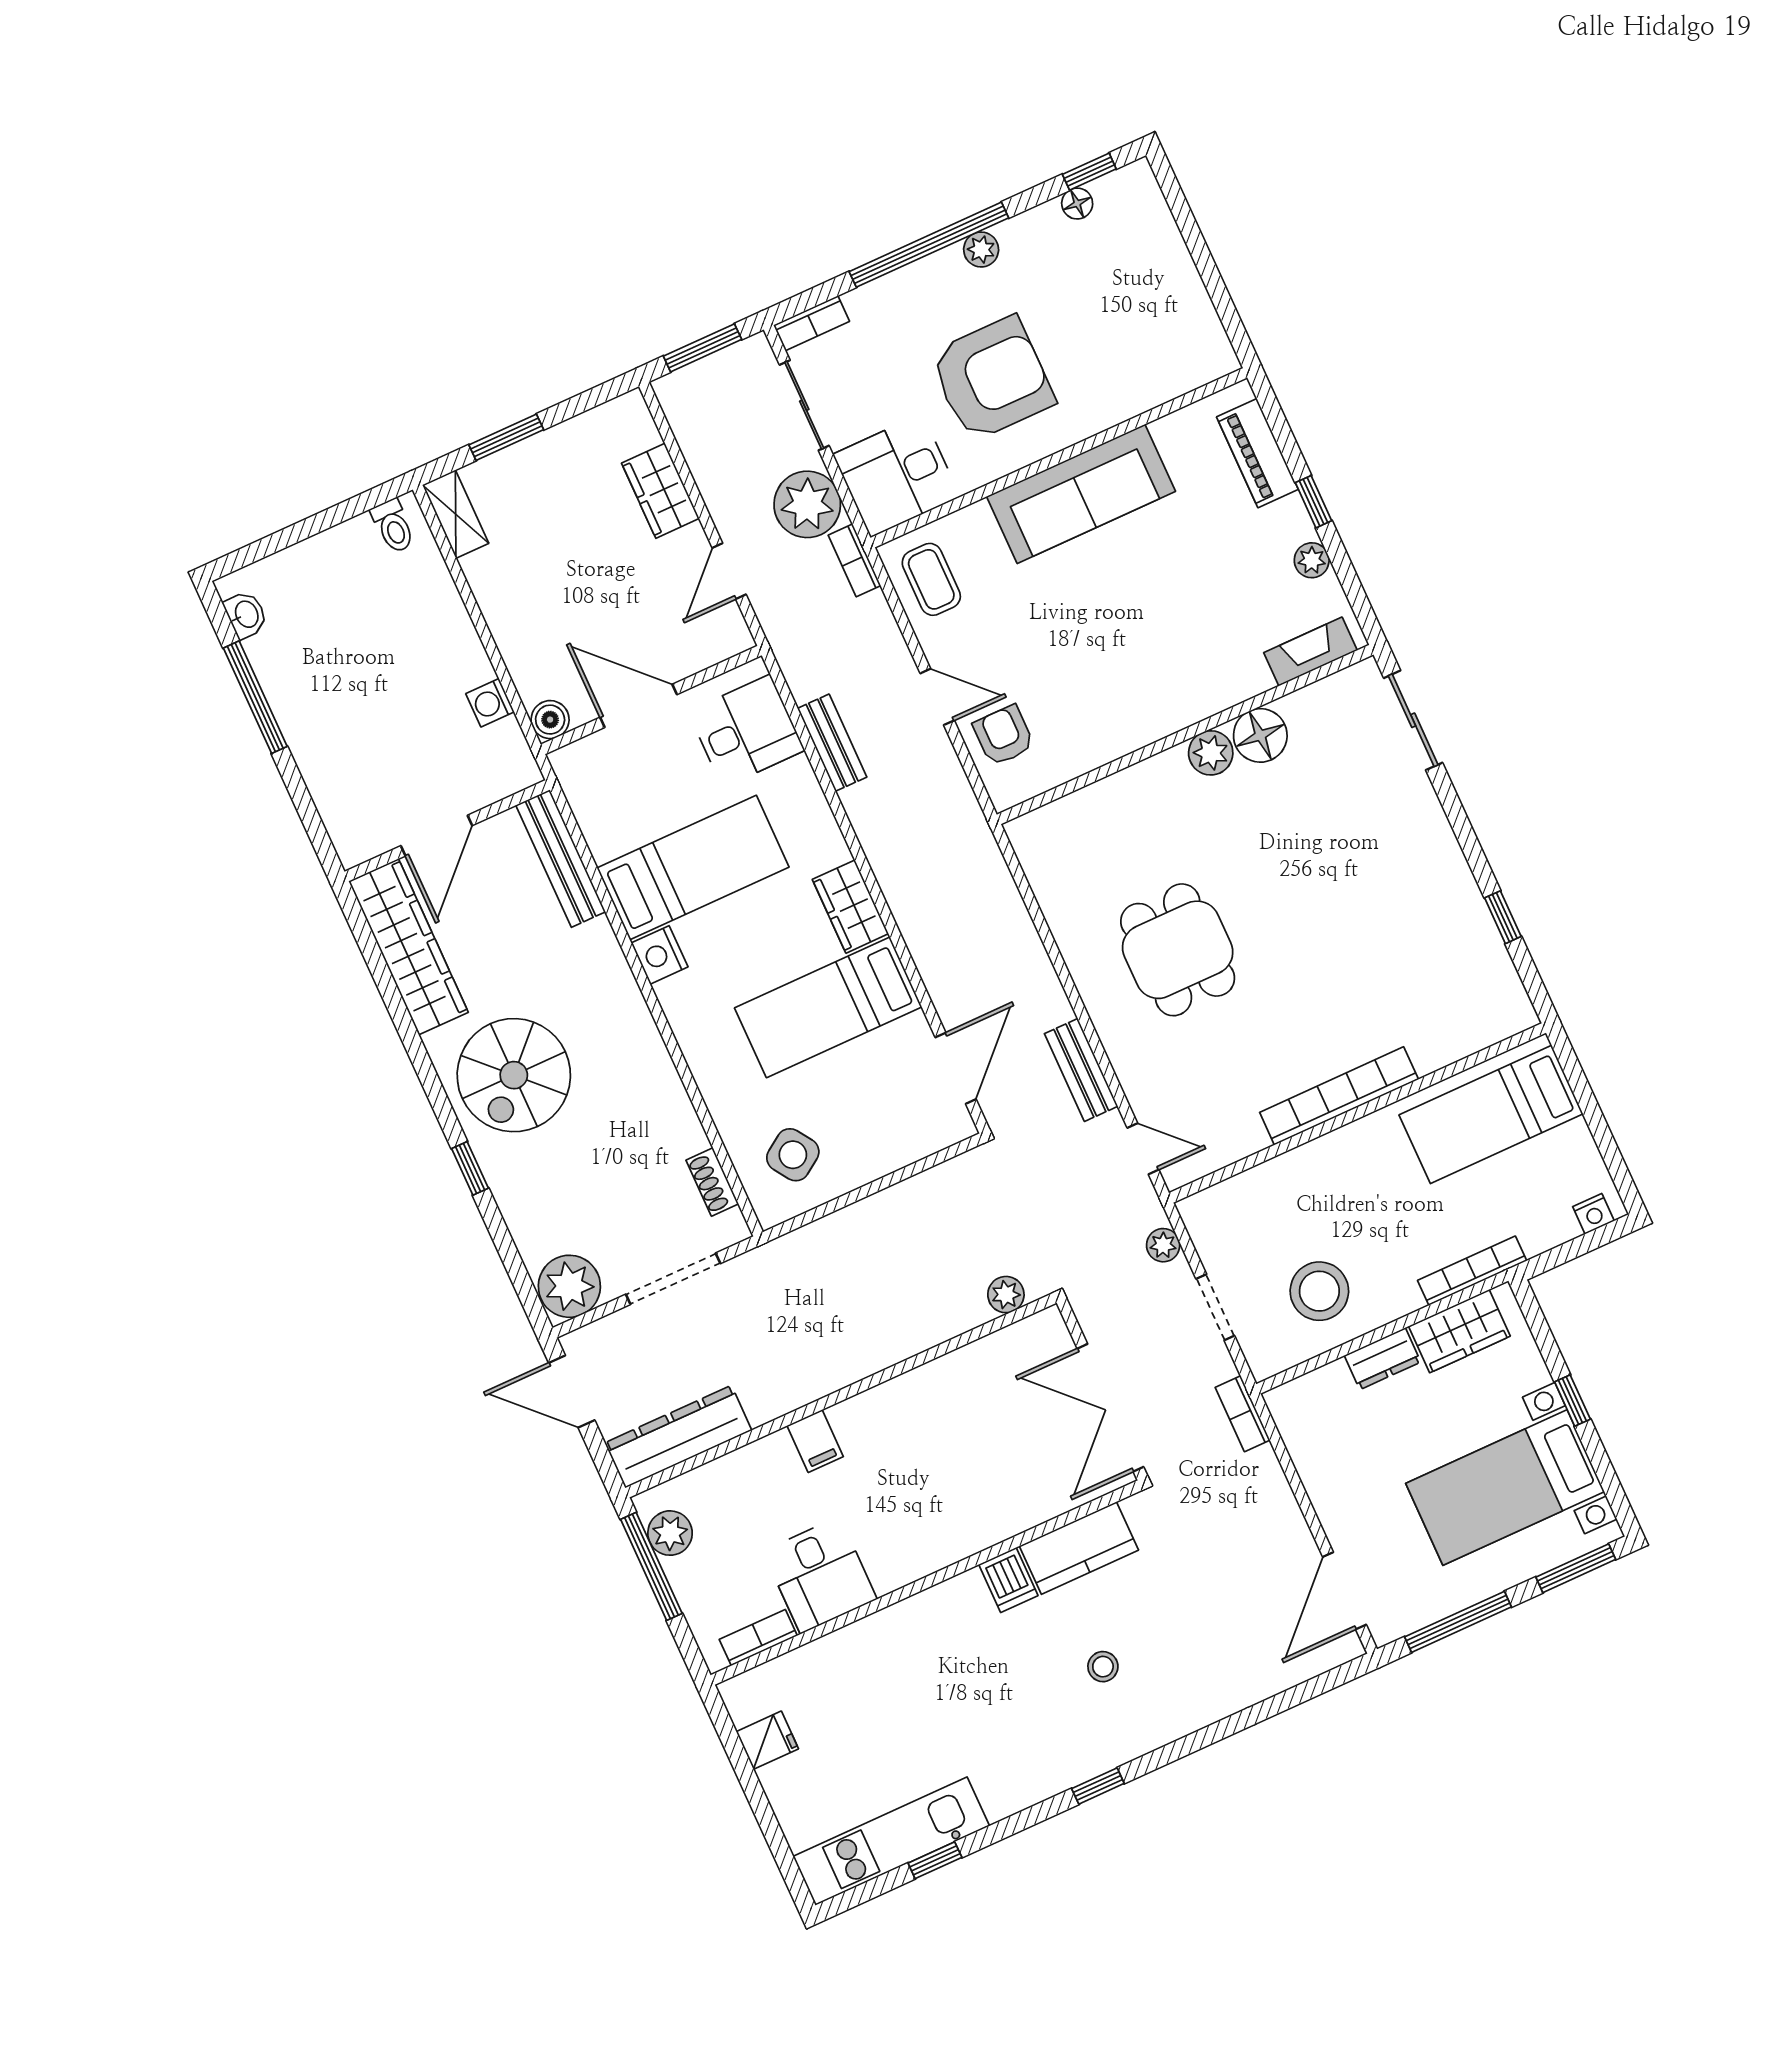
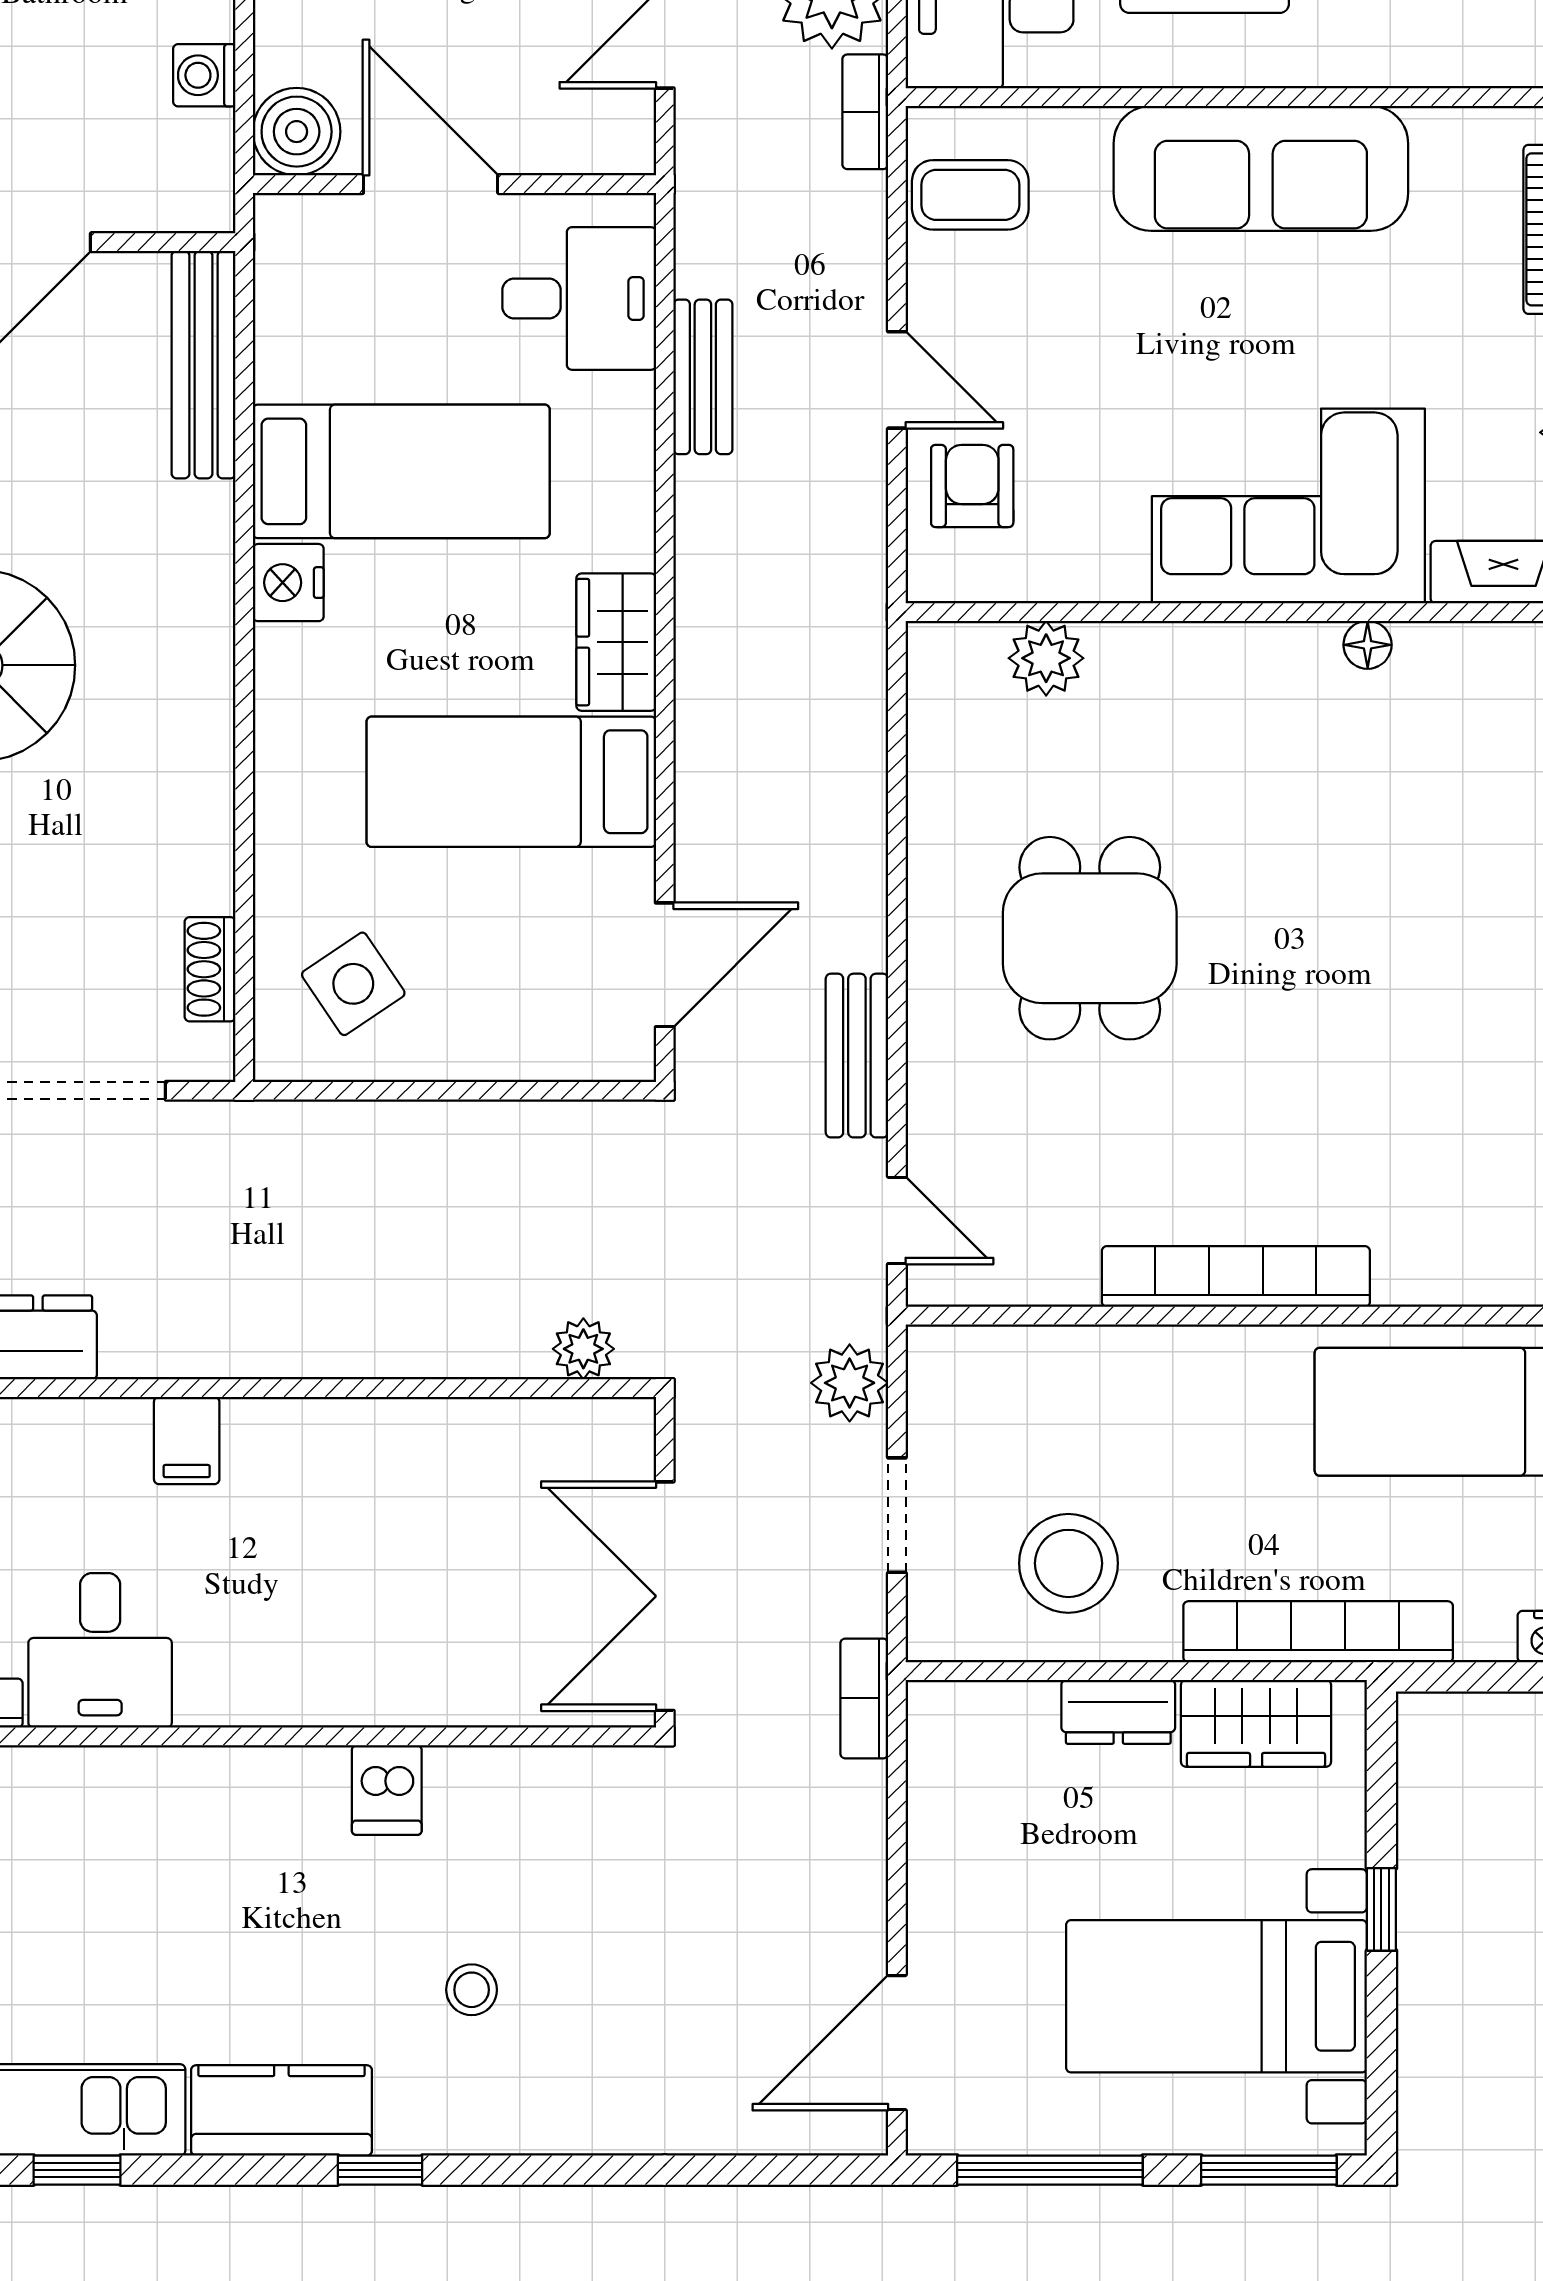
coffee table: (931, 579) -> (970, 195), turned 90
corner sofa: (1178, 669) -> (1288, 506), added
boiler: (550, 720) -> (297, 132), width x1.36, depth x1.36
floor lamp: (1260, 735) -> (1368, 645), width x0.53, depth x0.53
plant: (1211, 753) -> (1046, 658), moved
plant: (1163, 1245) -> (850, 1383), width x1.38, depth x1.38
bookcase: (1472, 1271) -> (1318, 1632), width x1.48, depth x1.31
kitchen counter: (1079, 1548) -> (281, 2110), moved, turned 180

